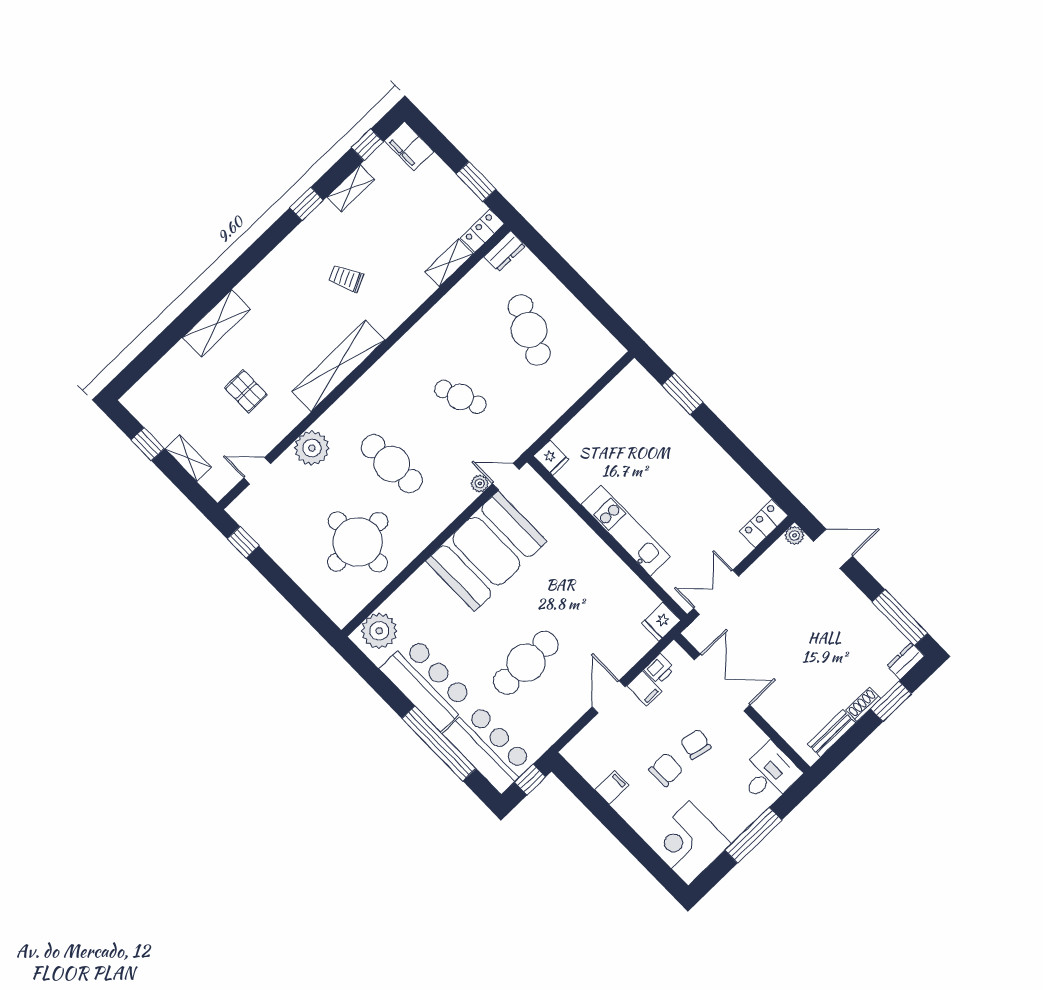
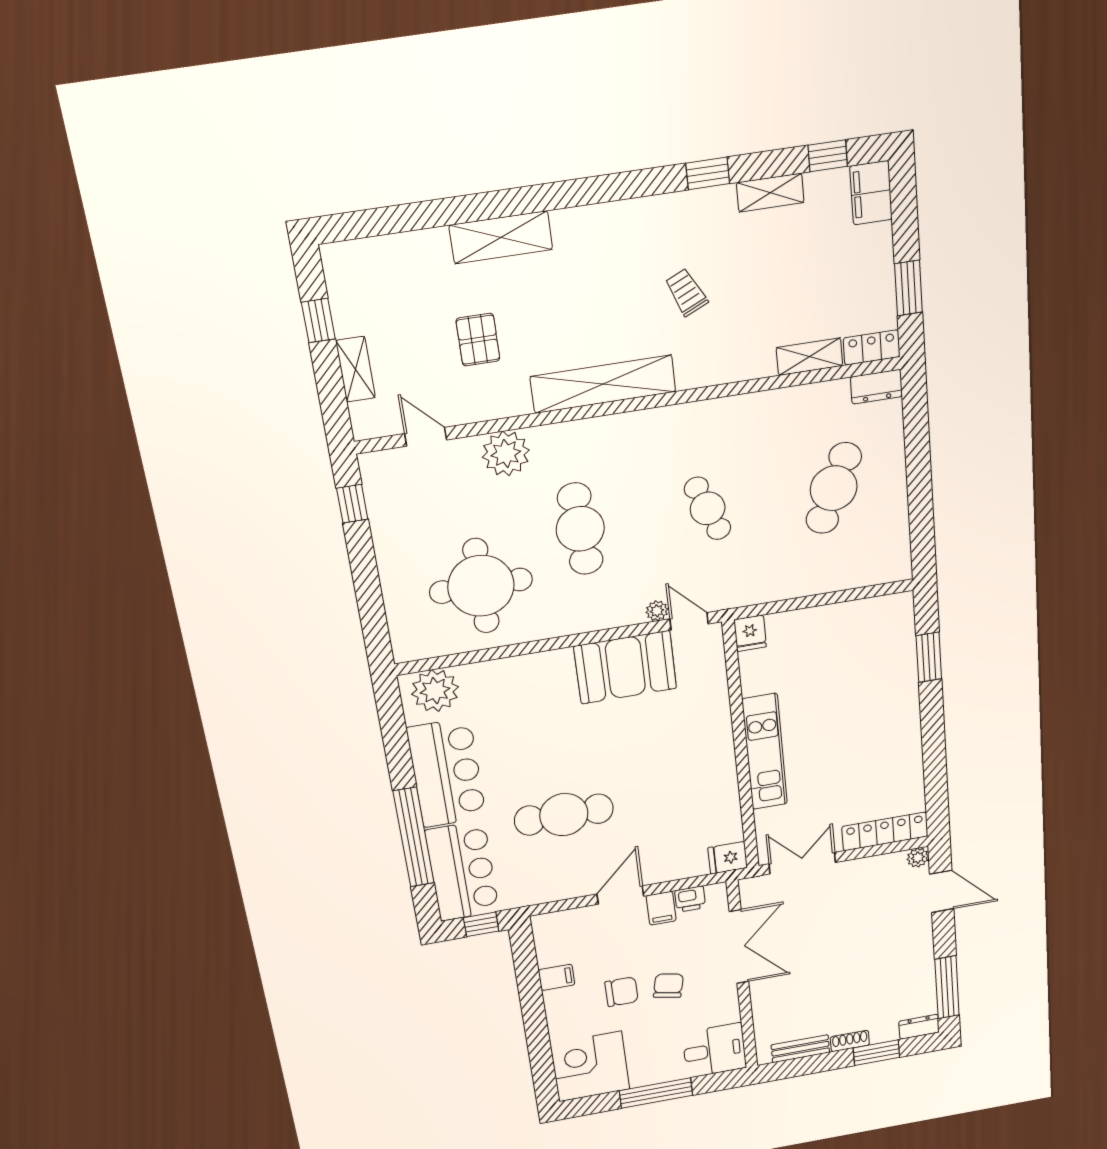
locker: (764, 523) -> (885, 831), width x1.53
booth: (486, 551) -> (625, 667), width x0.73, depth x0.70

